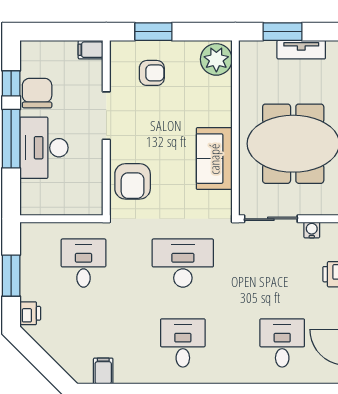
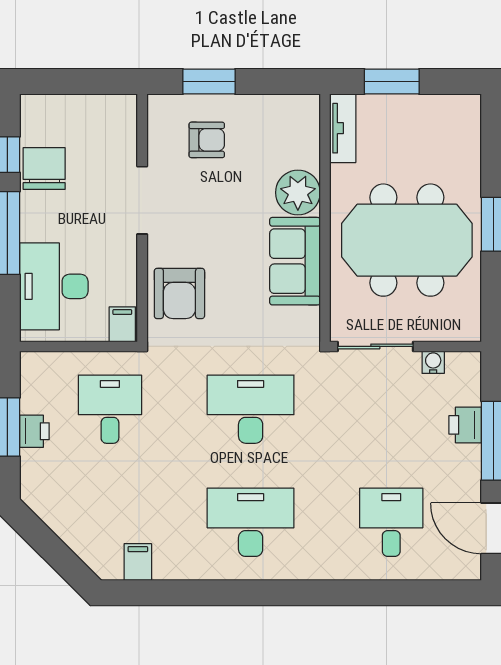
filing cabinet: (91, 50) -> (122, 324), moved, turned 90
tv unit: (301, 50) -> (343, 128), moved, turned -90
plant: (216, 59) -> (298, 193), moved
desk: (44, 148) -> (54, 286), moved
printer: (30, 313) -> (34, 431), moved
desk: (183, 343) -> (251, 522), width x1.37

